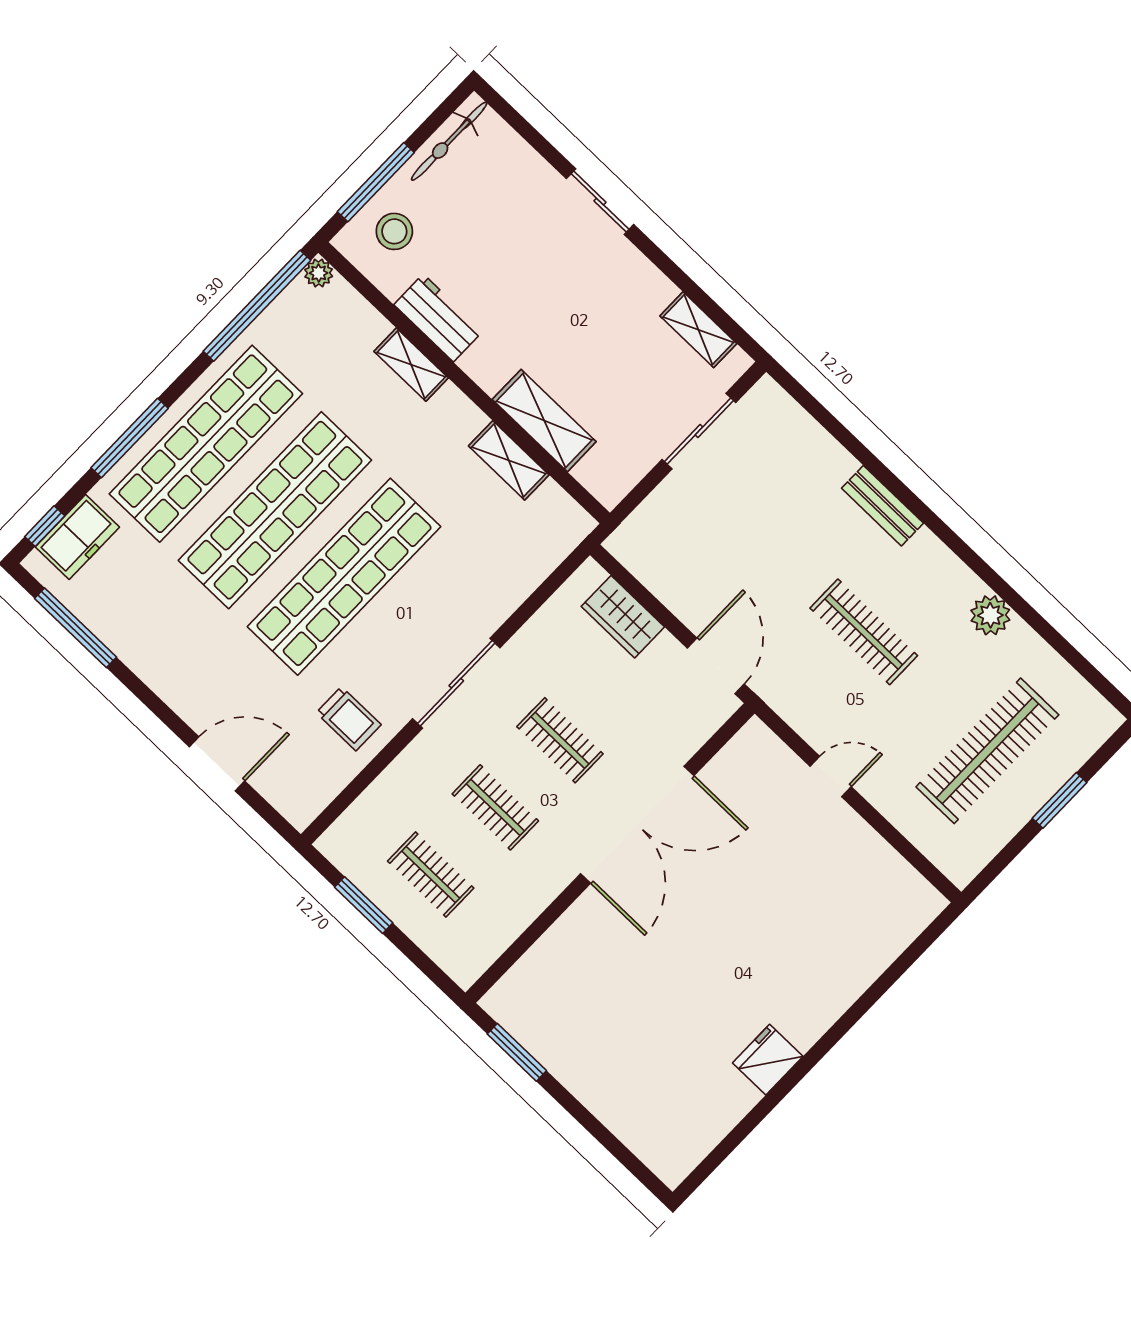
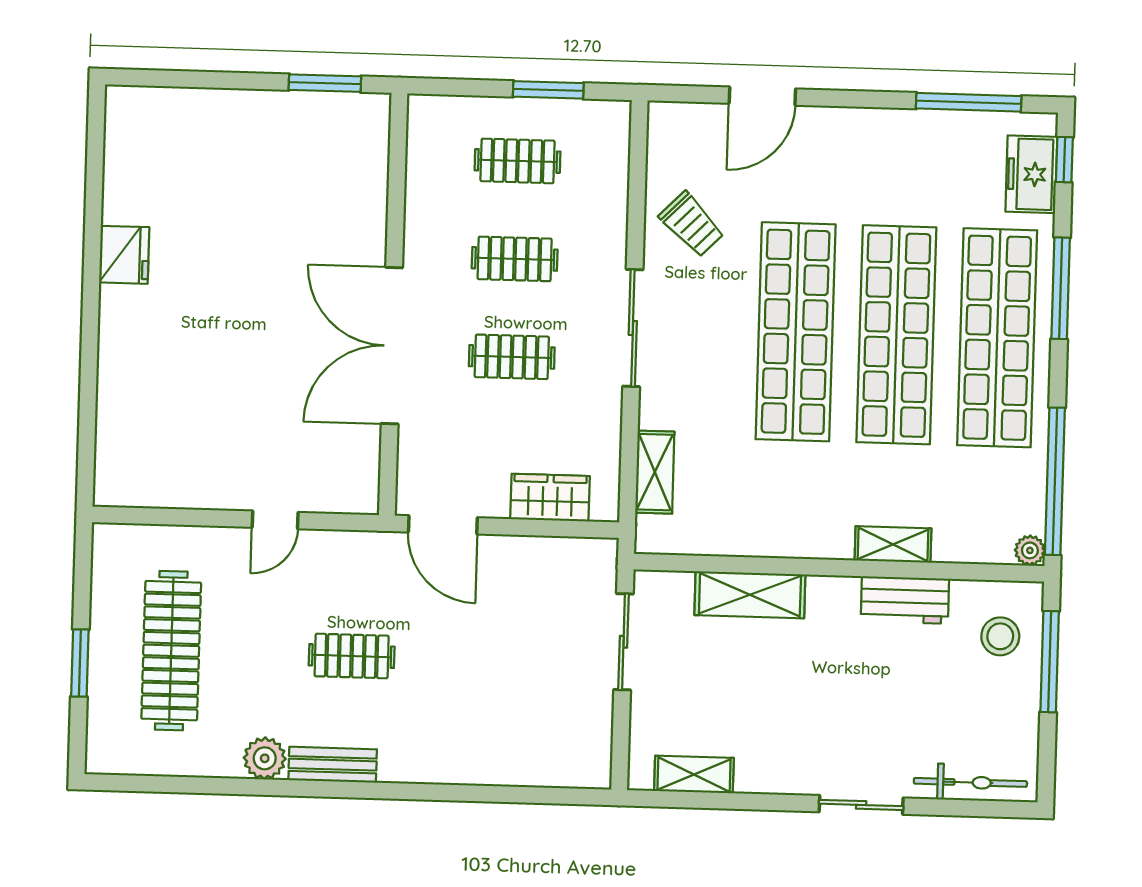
bicycle: (449, 141) -> (970, 782), moved, turned 90
sliding door: (699, 431) -> (624, 642), moved
shelving: (509, 460) -> (655, 472), moved, turned 90
bench: (882, 506) -> (333, 765), moved
clothes rail: (864, 632) -> (352, 656), width x0.73
trolley: (349, 719) -> (692, 224), turned -135

